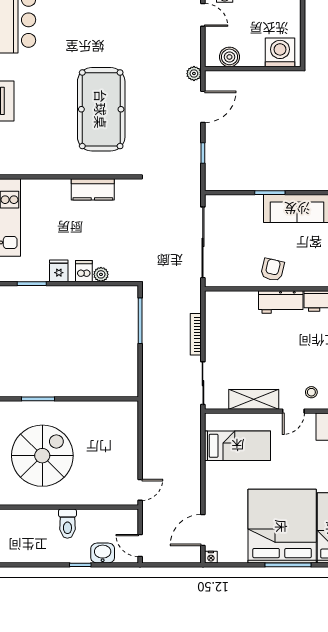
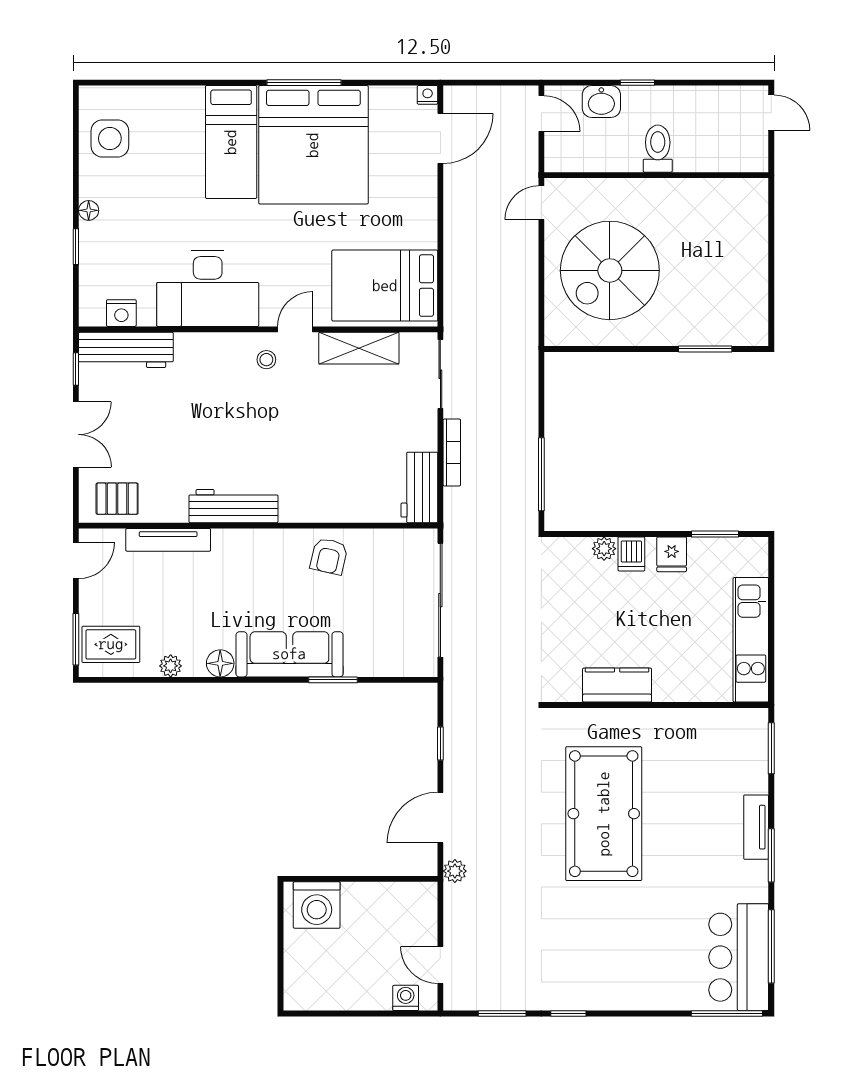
boiler: (229, 57) -> (398, 898), removed
workbench: (281, 302) -> (419, 487), moved, turned -90
bed: (238, 446) -> (385, 286), width x1.50
spiral stairs: (42, 456) -> (610, 270), moved

